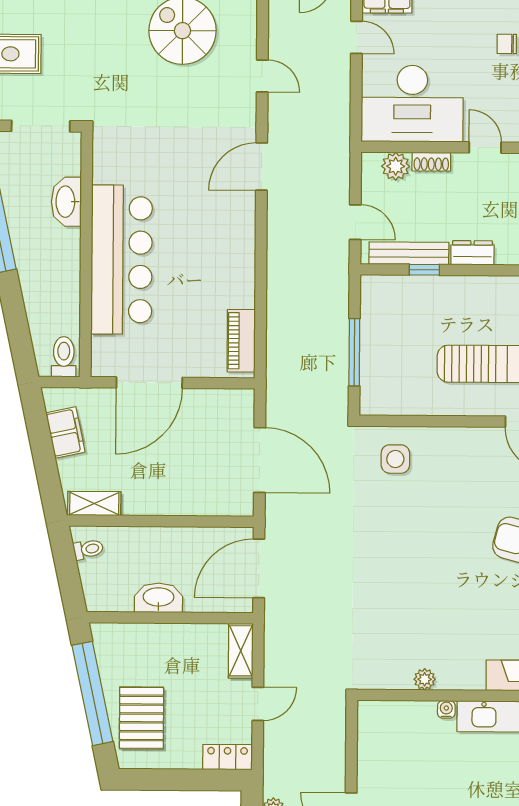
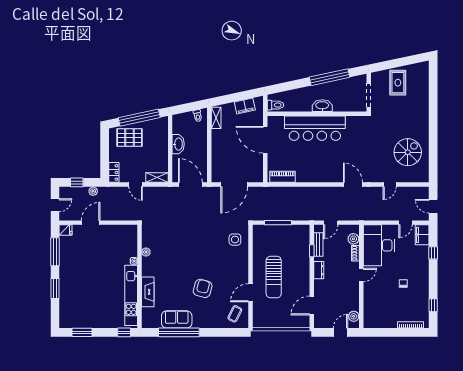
washbasin: (66, 202) -> (322, 106), moved
bench: (409, 253) -> (318, 244), width x0.73

